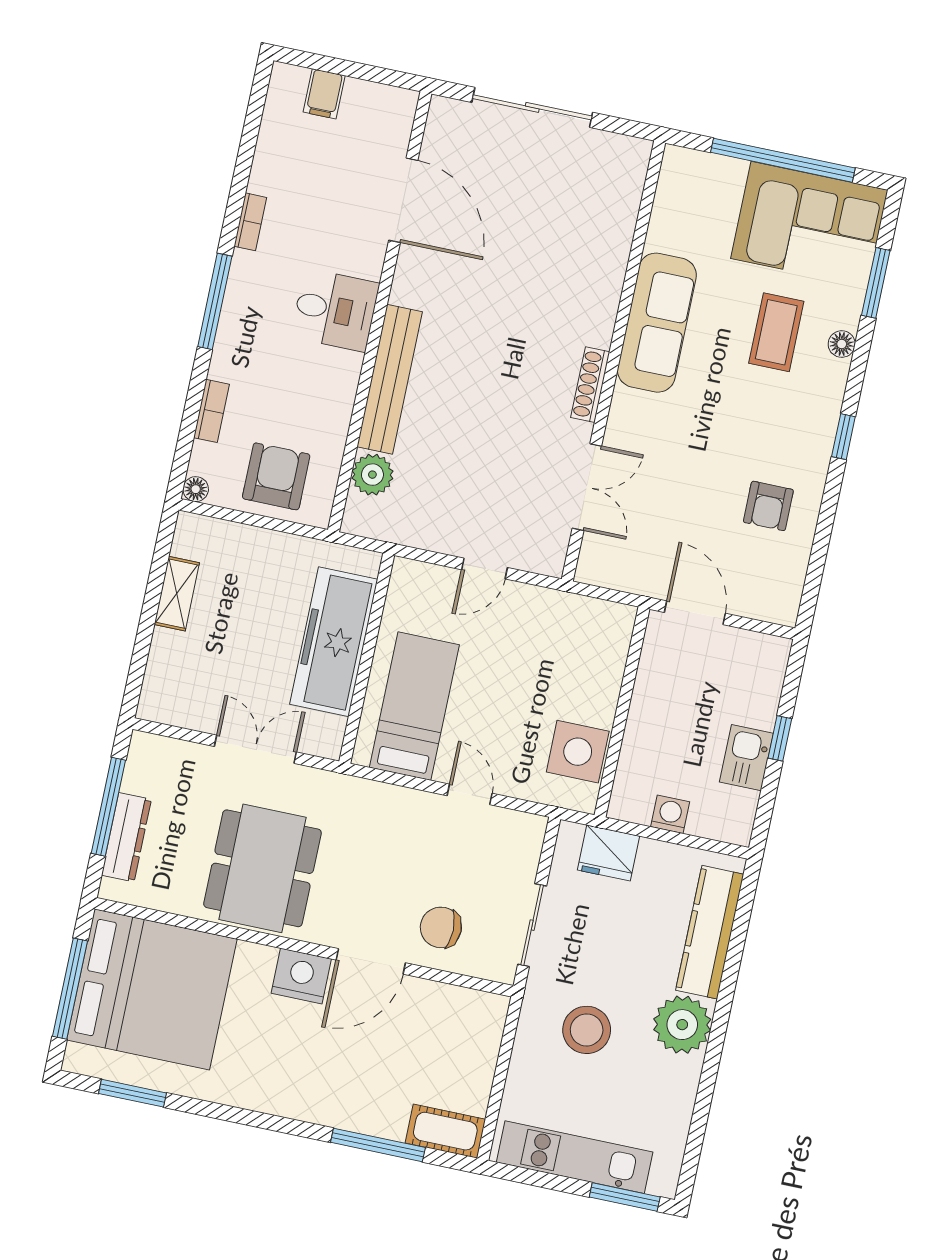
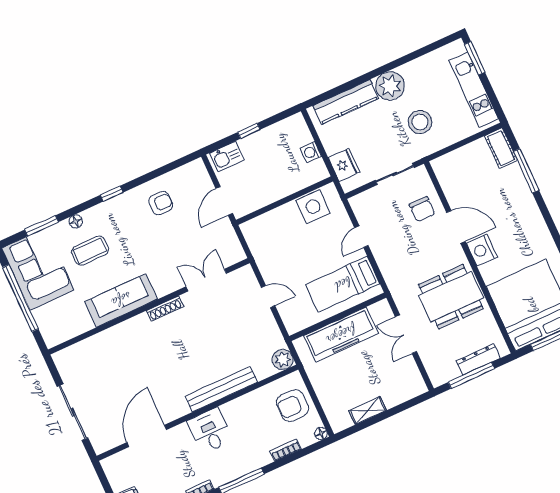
plant: (372, 475) -> (283, 359), moved
kitchen sink: (746, 758) -> (227, 156), moved

